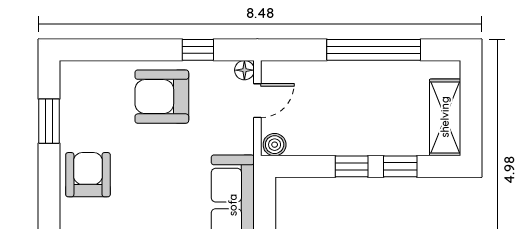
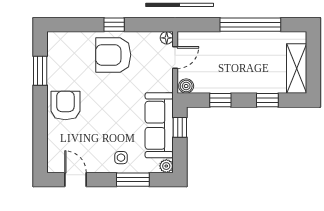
window: (198, 50) -> (114, 25), moved
window: (352, 166) -> (220, 100), moved
window: (265, 208) -> (180, 127), added

